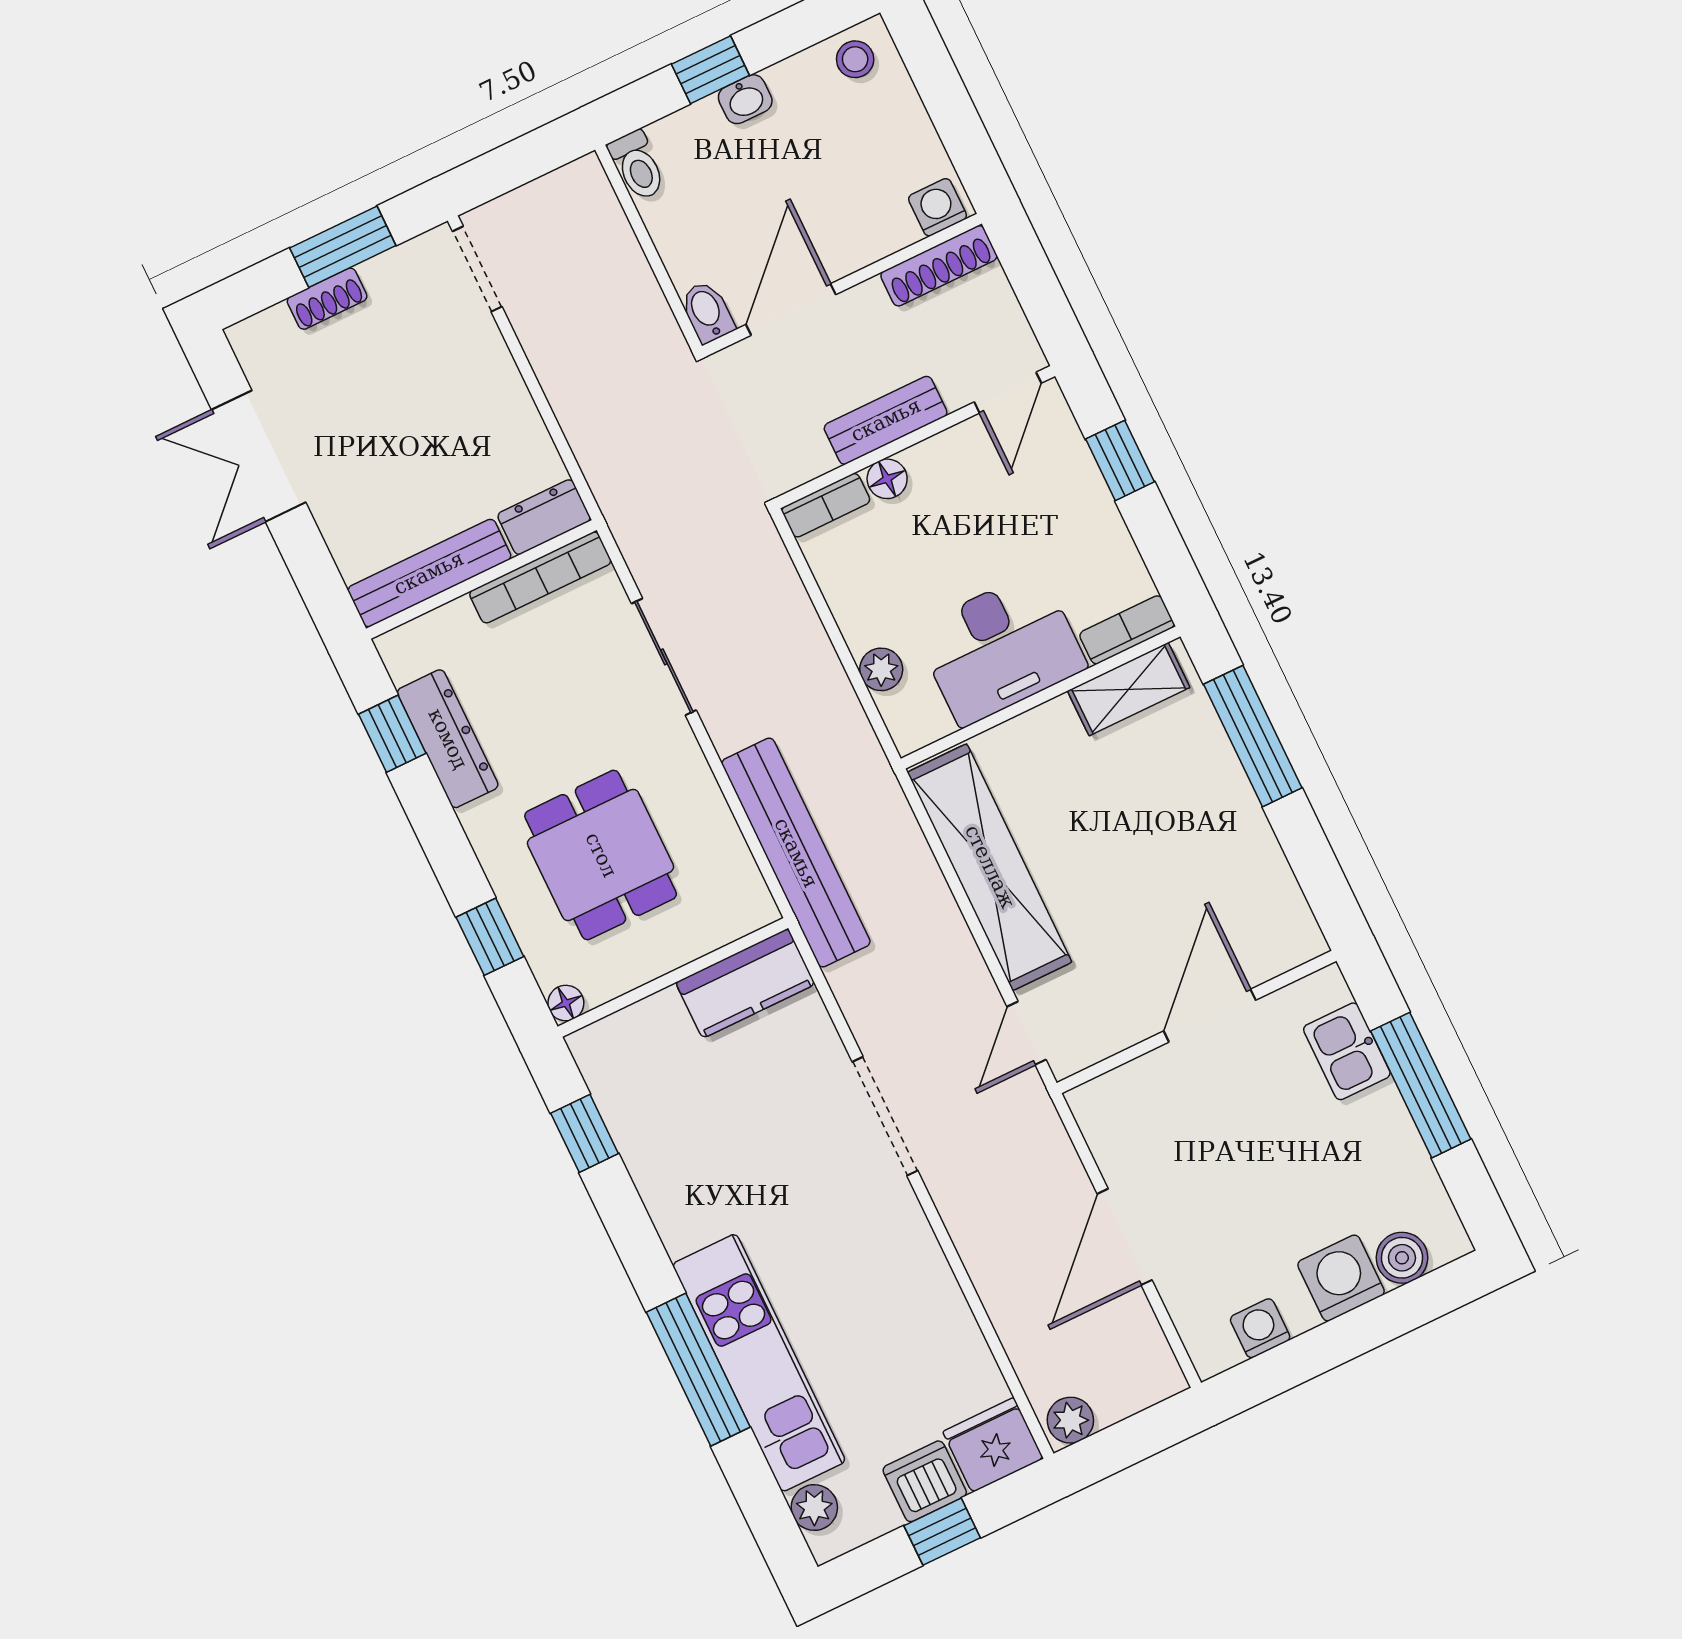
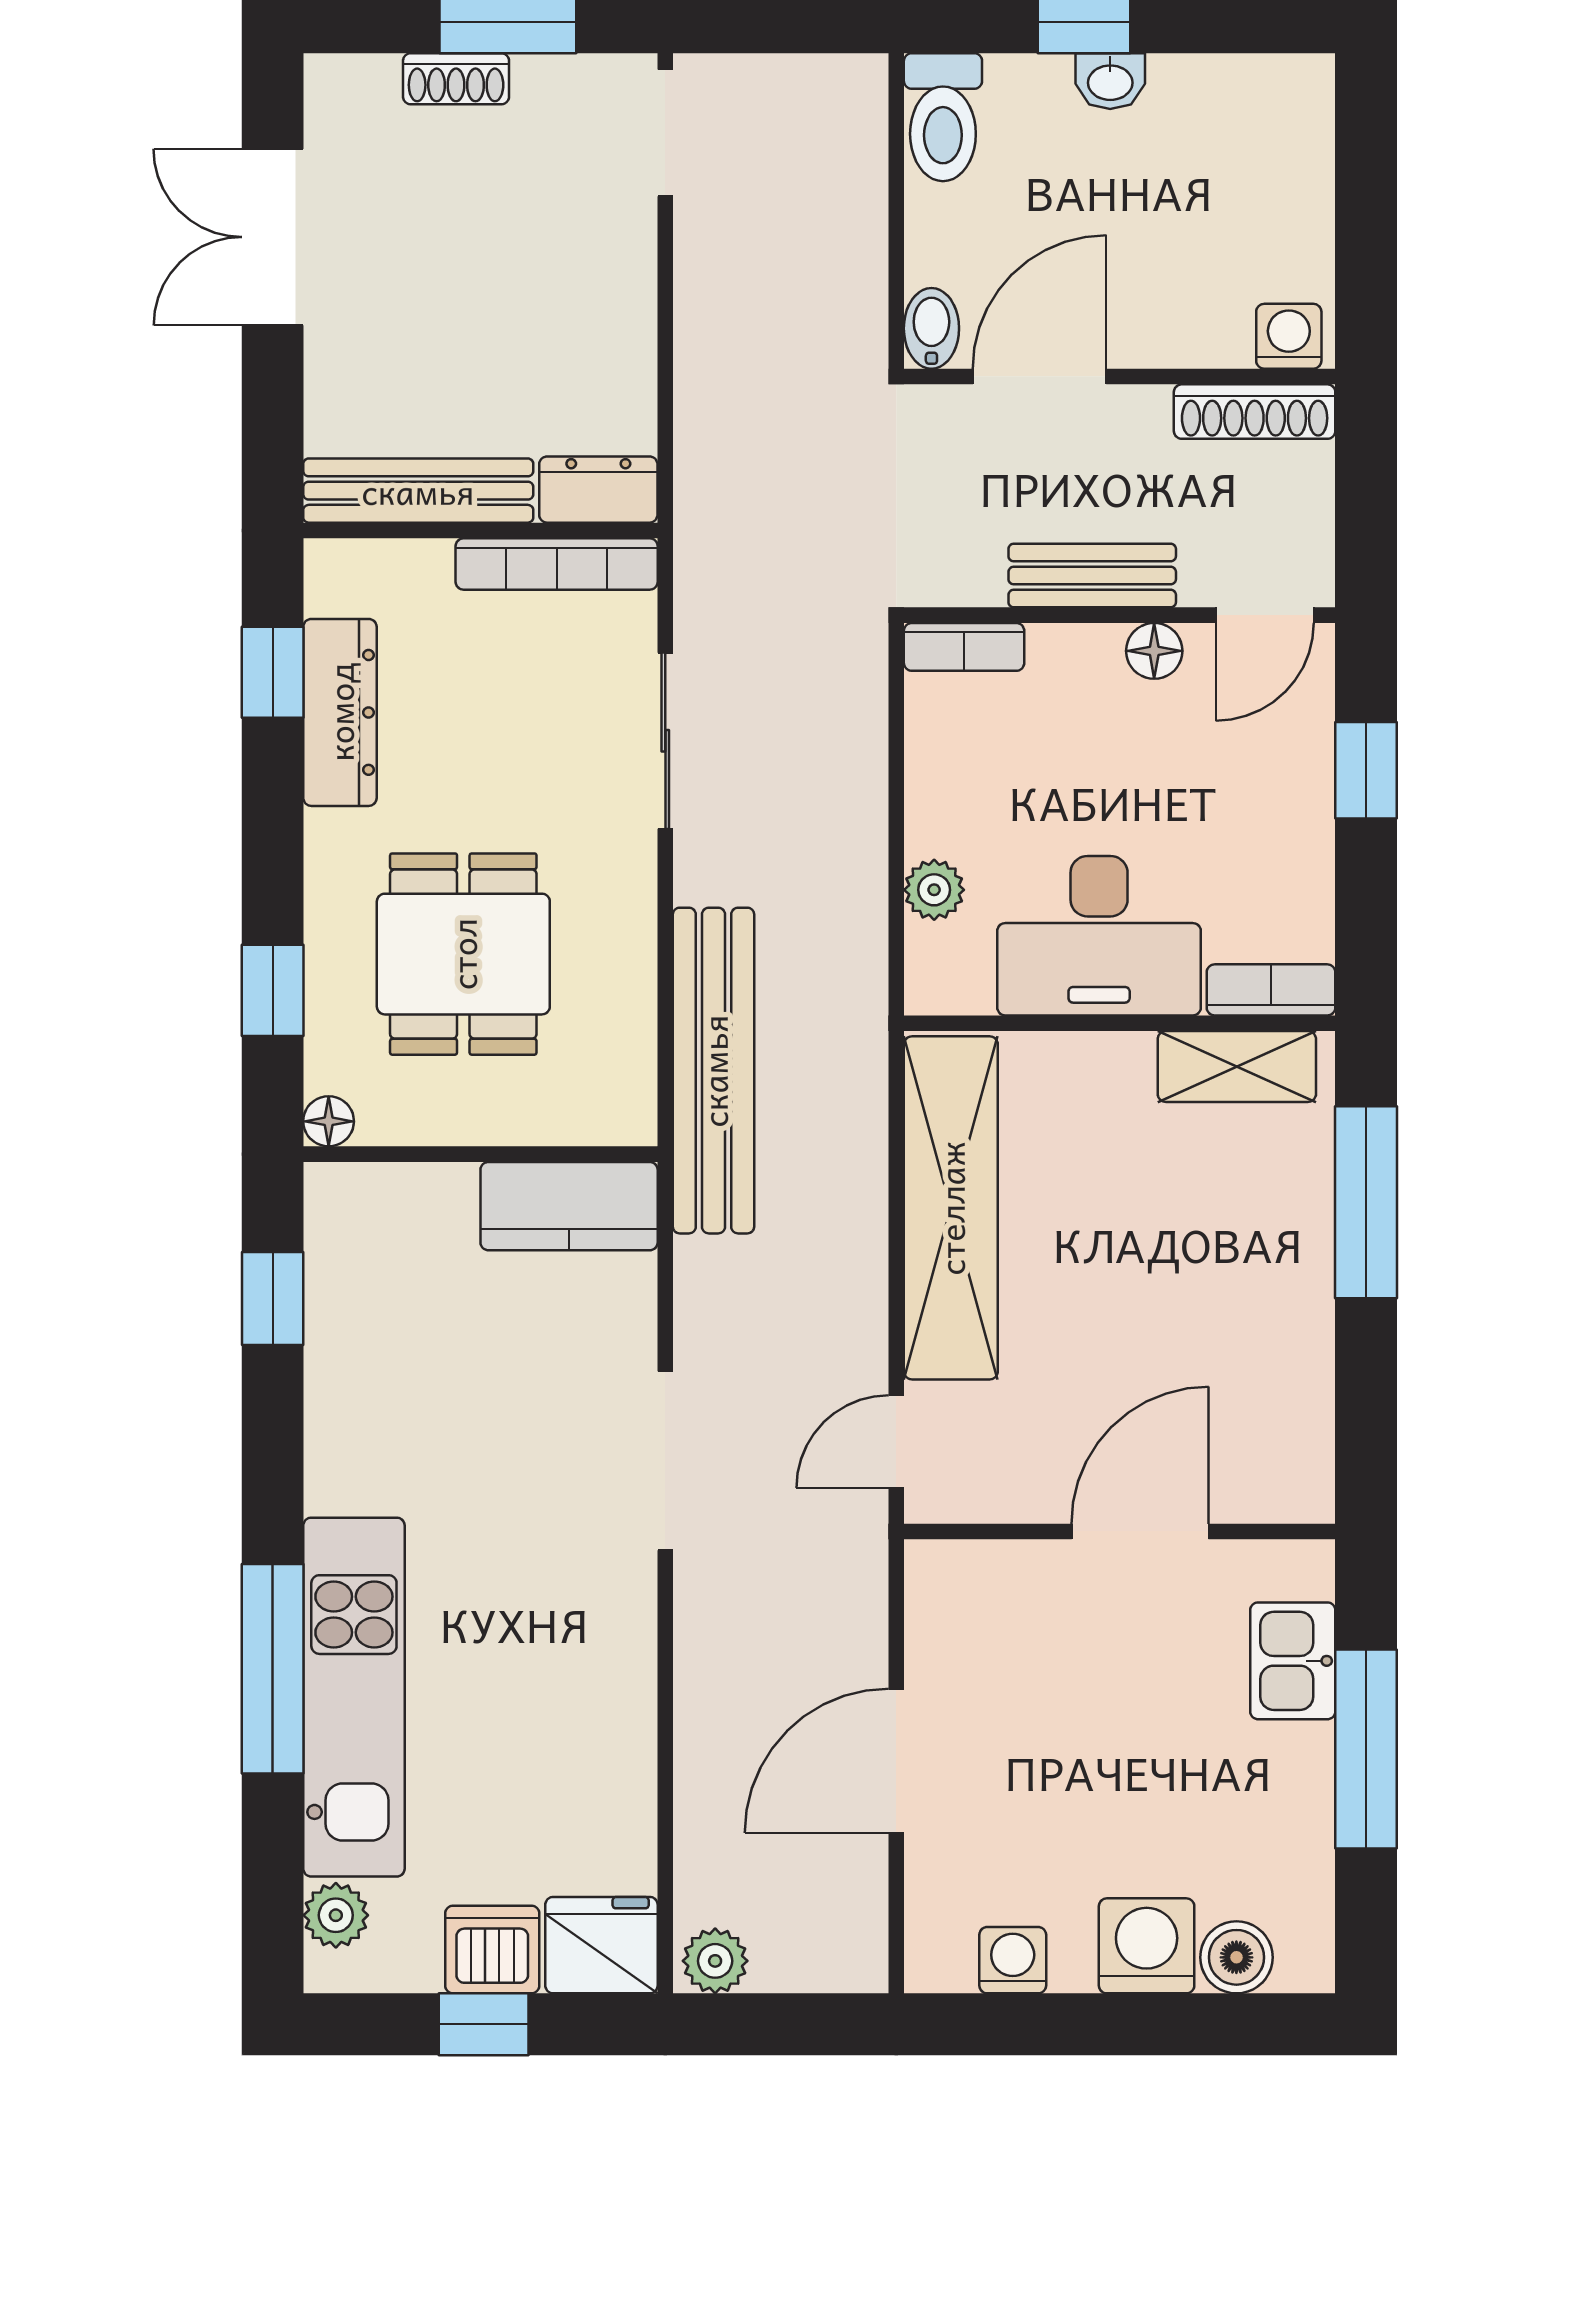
stool: (855, 59) -> (1275, 97), removed
toilet: (637, 166) -> (943, 117), width x1.37, depth x1.39
floor lamp: (887, 479) -> (1154, 651), moved

